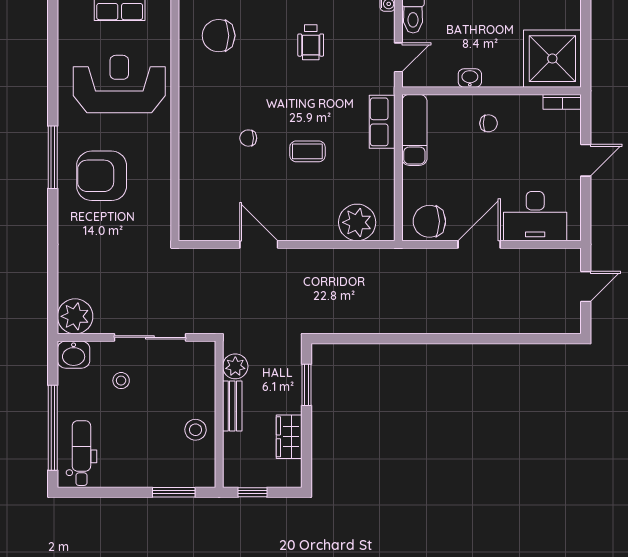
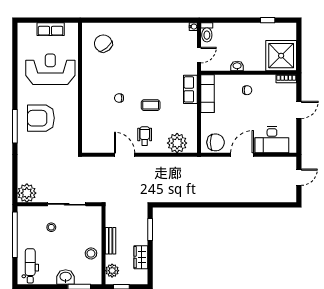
chair: (219, 36) -> (103, 43), turned 50
wheelchair: (311, 42) -> (145, 136), moved, turned 180
window: (53, 157) -> (15, 126), moved
chair: (429, 221) -> (216, 142), turned 180
washbasin: (74, 355) -> (66, 277), moved, turned 180
plant: (235, 366) -> (112, 271), moved
window: (53, 428) -> (15, 235), moved

